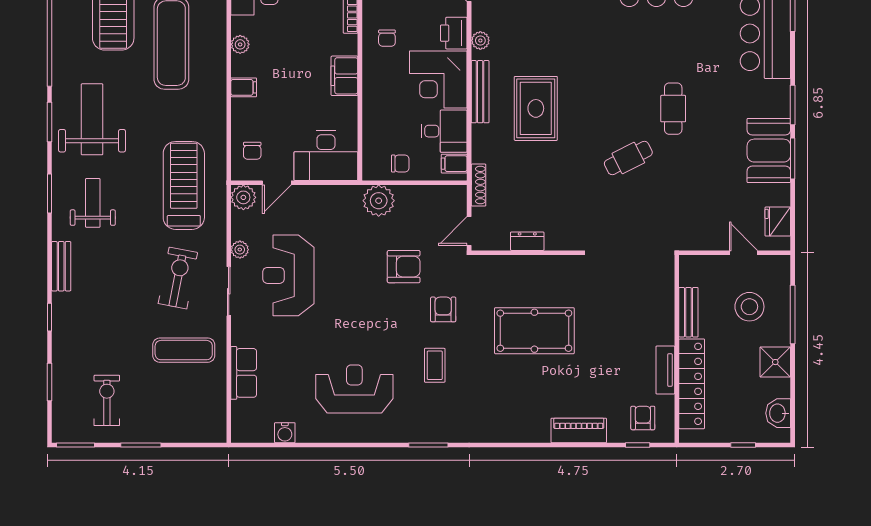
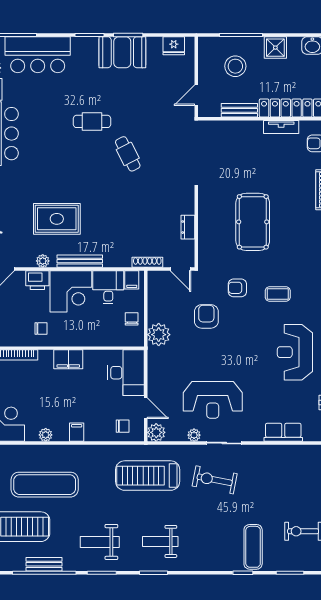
rug: (536, 108) -> (57, 219), moved
weight bench: (92, 119) -> (100, 542), width x0.73, depth x0.75
door: (743, 253) -> (196, 95), moved
bench: (61, 266) -> (44, 564), moved
exercise mat: (184, 350) -> (253, 547), moved

